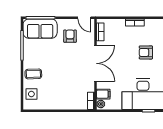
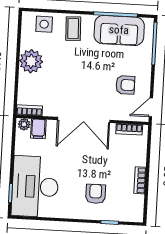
sofa: (40, 29) -> (119, 30), moved, turned -90
plant: (57, 102) -> (31, 61), added

